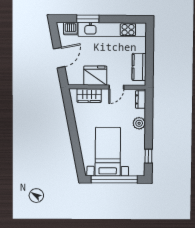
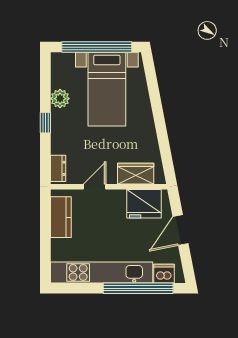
window: (88, 19) -> (138, 288), width x2.11
fridge: (95, 76) -> (144, 204), moved
plant: (139, 123) -> (60, 99), moved
window: (148, 156) -> (45, 123), moved

